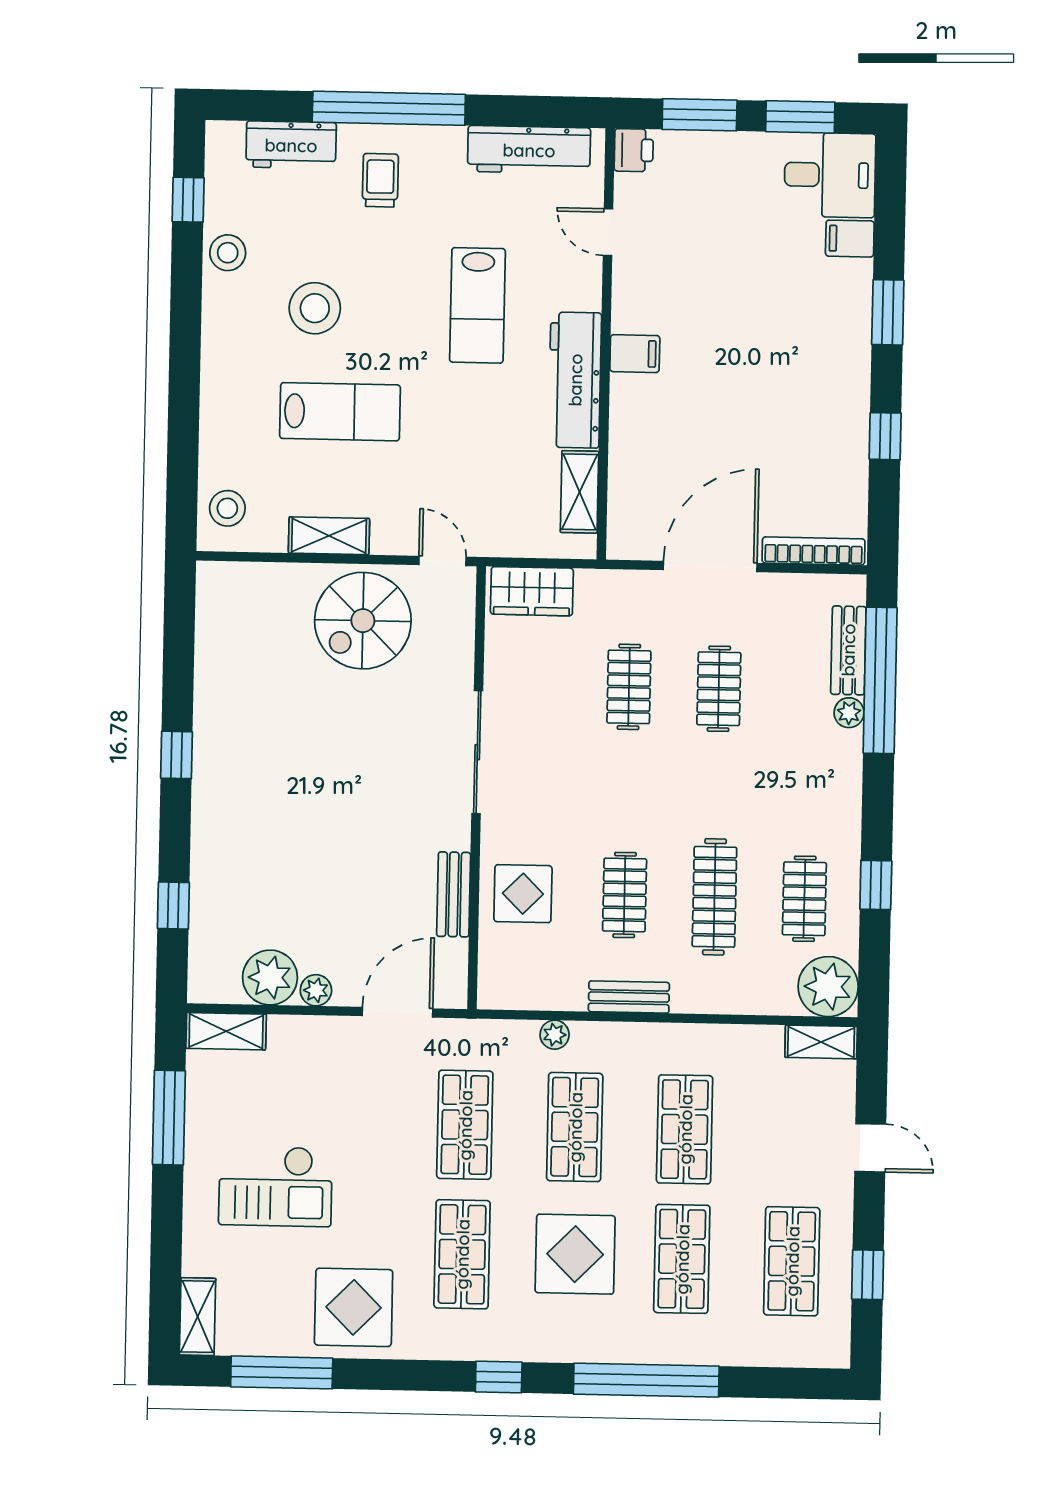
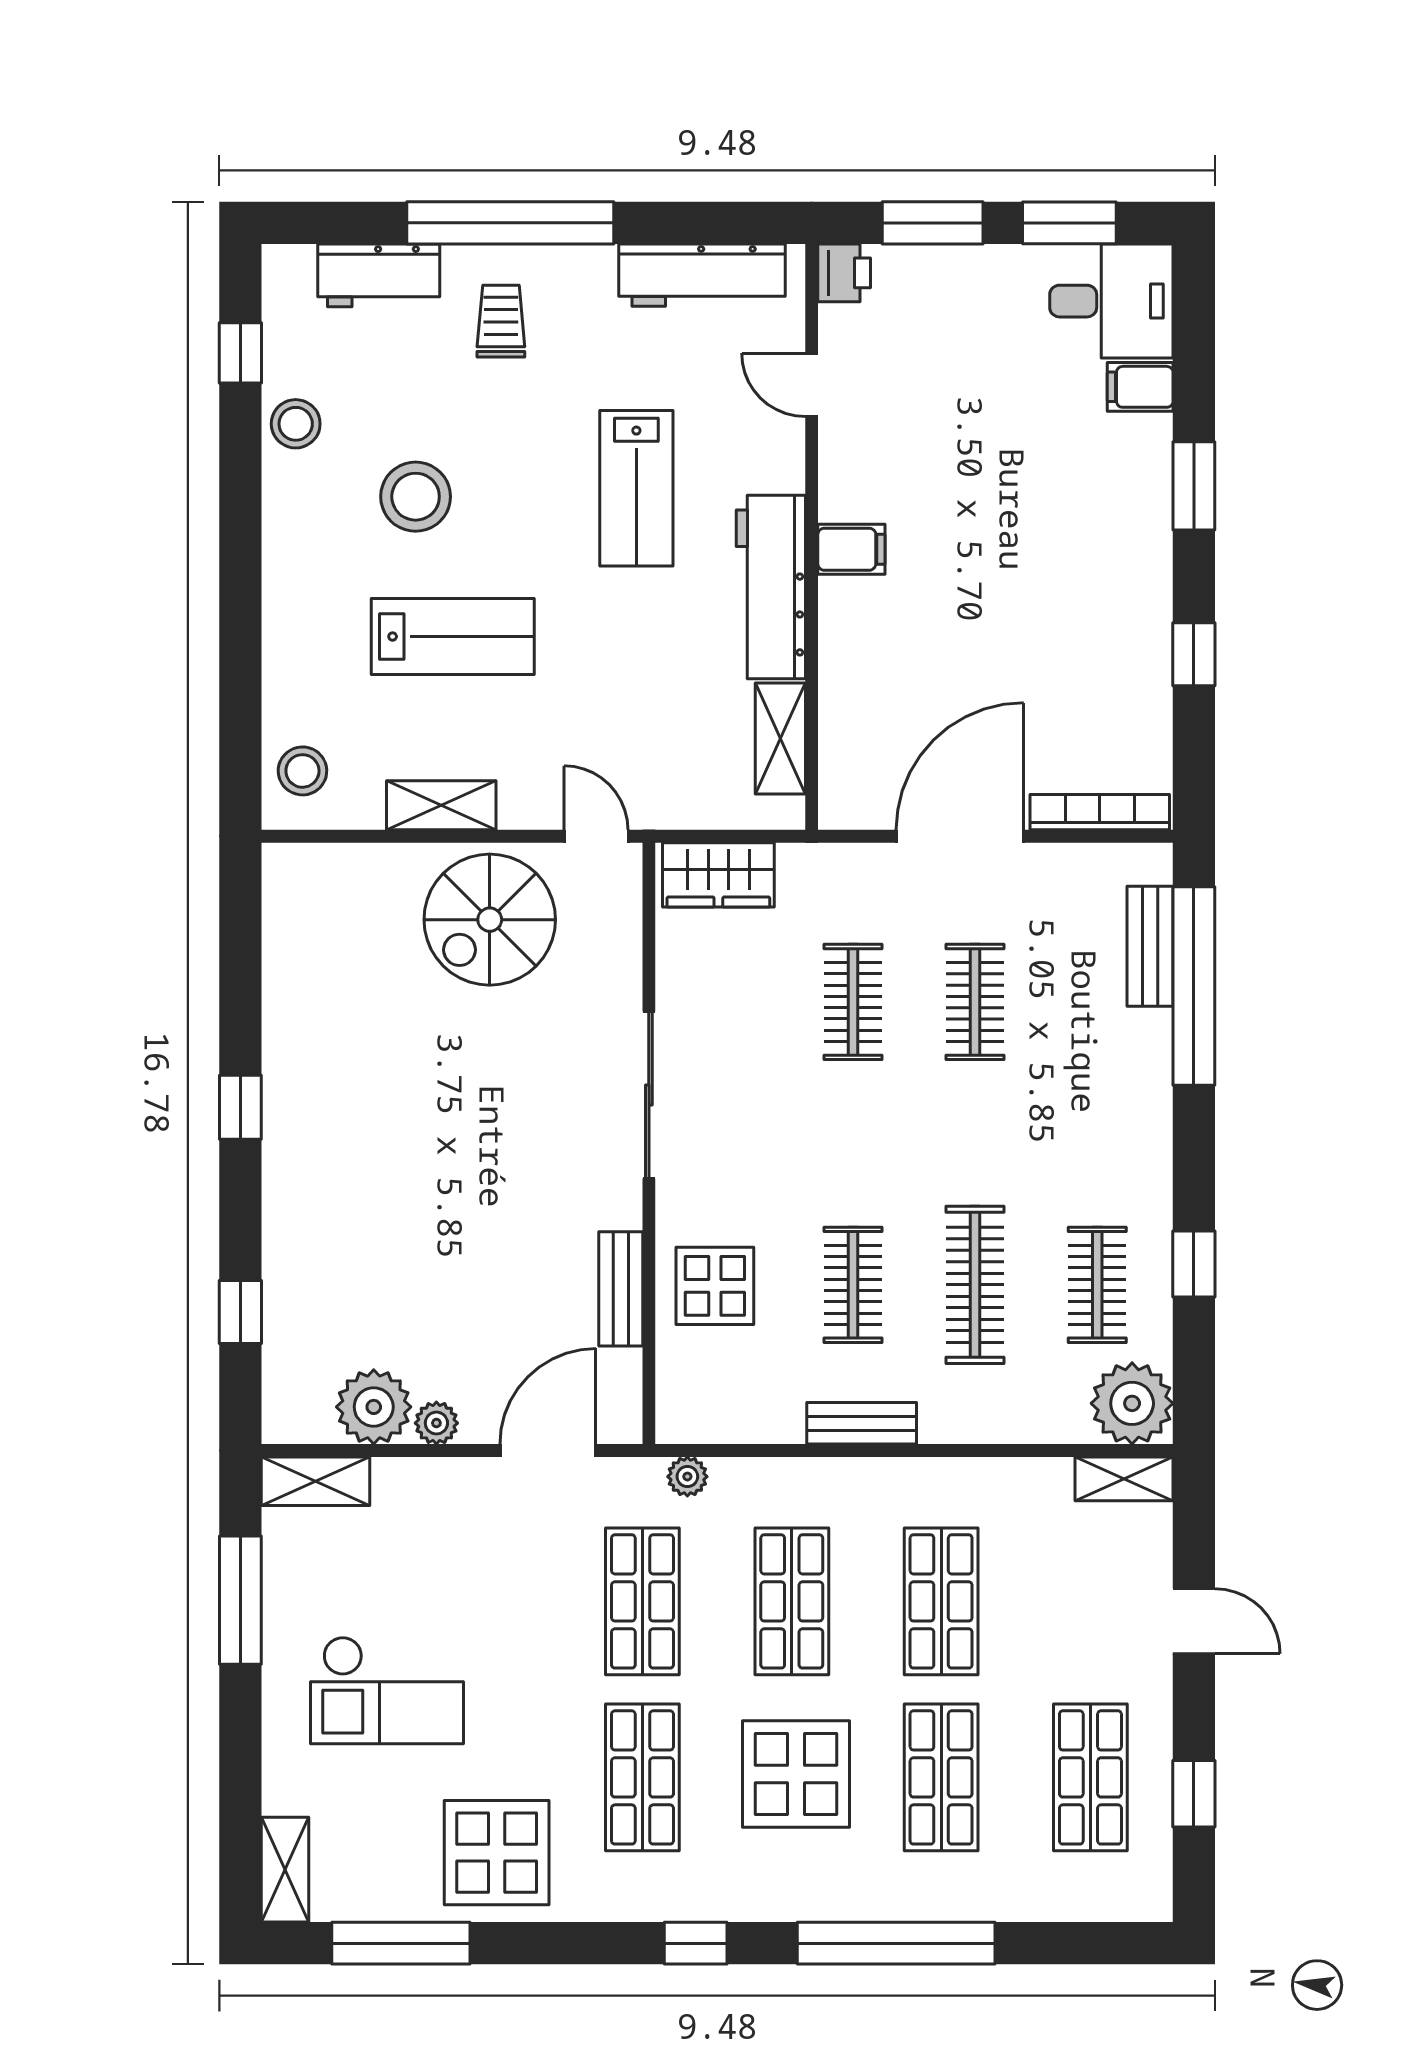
plant: (849, 713) -> (1153, 1031), removed
plant: (555, 1035) -> (687, 1477), moved

